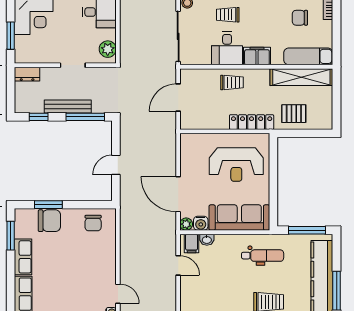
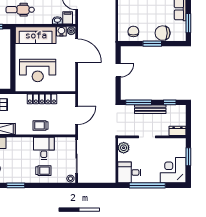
filing cabinet: (257, 56) -> (24, 143), removed
locker: (252, 122) -> (42, 99), moved
reception desk: (236, 165) -> (38, 71), turned 180
window: (48, 205) -> (152, 44), moved

